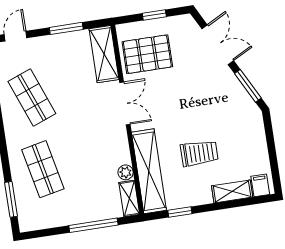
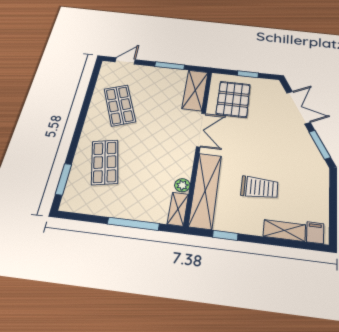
pallet: (147, 54) -> (233, 99), turned 90

